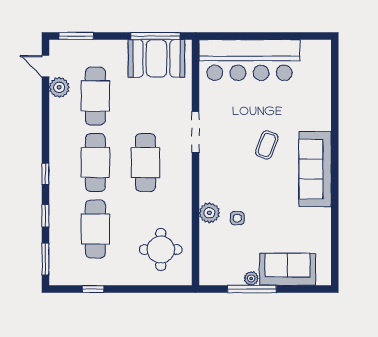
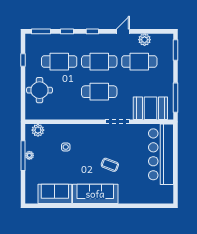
booth: (156, 58) -> (150, 108), moved, turned 90
door: (45, 66) -> (123, 31), moved
plant: (209, 213) -> (38, 130), moved
round table: (161, 250) -> (40, 90), moved
sofa: (288, 269) -> (55, 194), moved, turned -90

